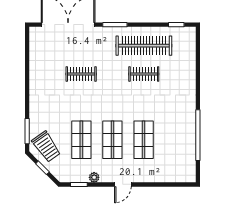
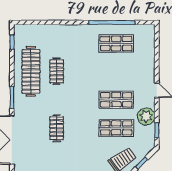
shop shelf: (144, 140) -> (116, 43), moved
plant: (94, 177) -> (146, 116), width x1.88, depth x1.88

